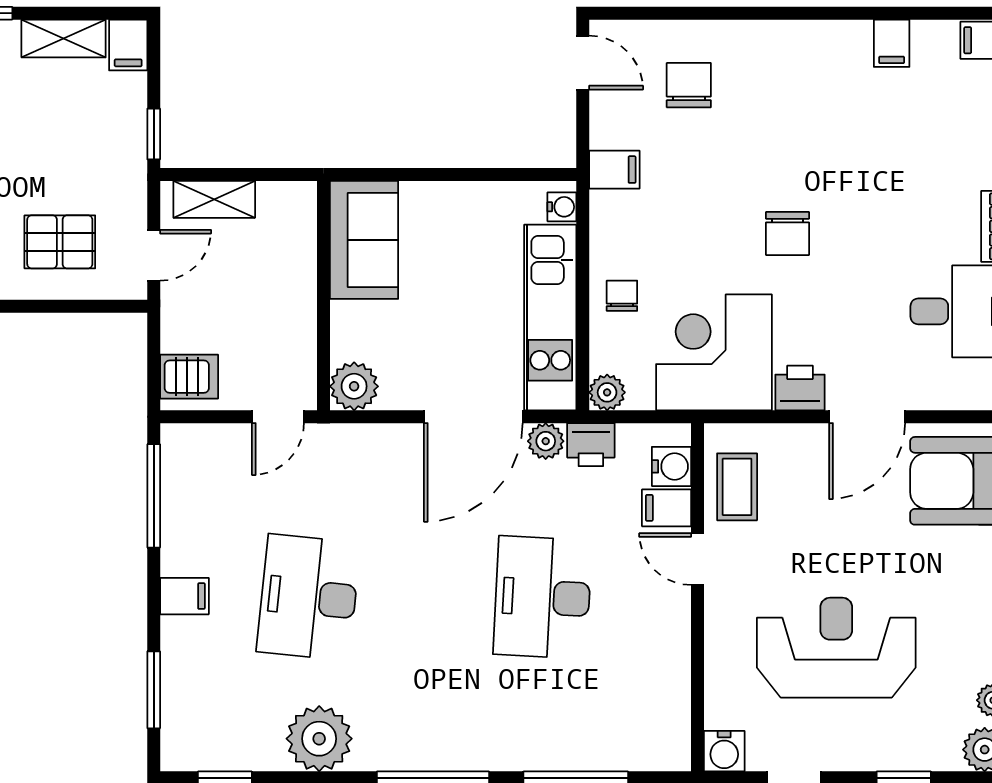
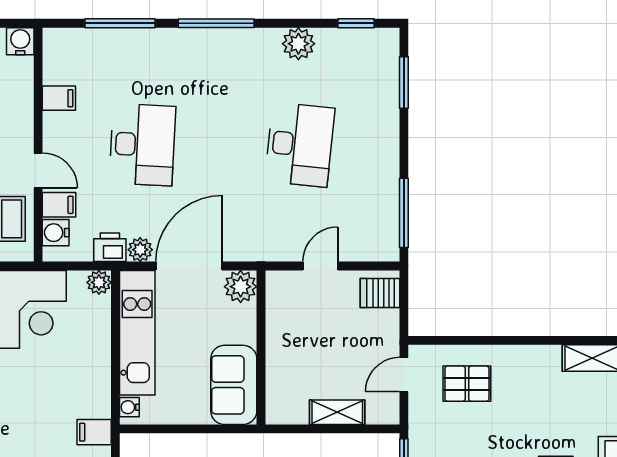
shelving: (214, 199) -> (337, 412), moved
sofa: (364, 240) -> (234, 385), moved
wall: (324, 296) -> (261, 347), moved
chair: (622, 296) -> (89, 347), removed
plant: (354, 386) -> (241, 287), moved
filing cabinet: (184, 596) -> (59, 98), moved, turned 180
plant: (319, 739) -> (298, 44), width x0.73, depth x0.73

